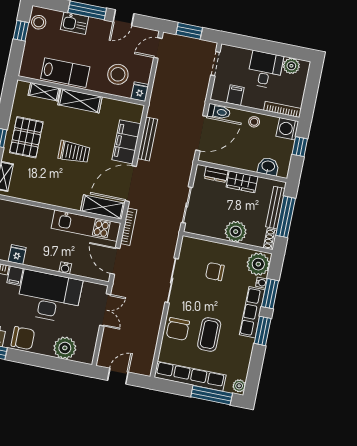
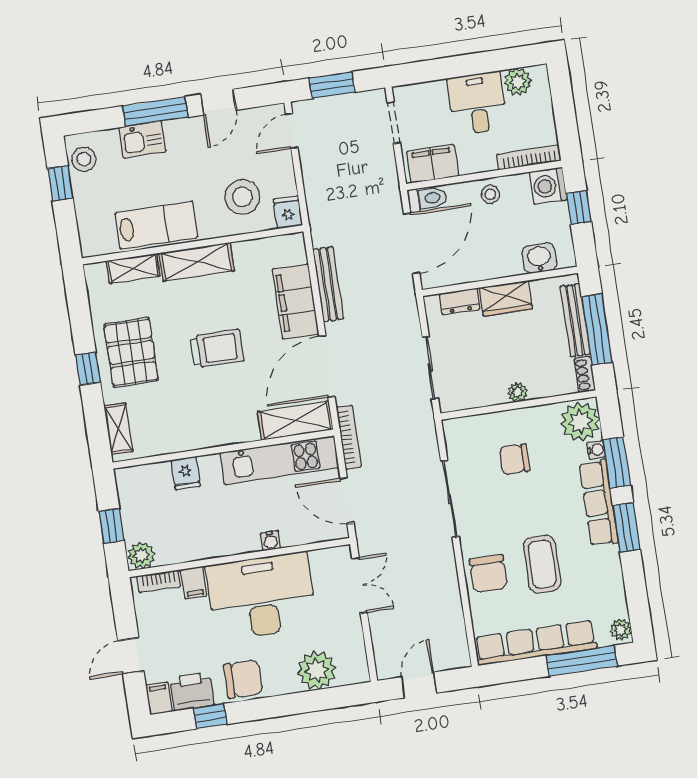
filing cabinet: (235, 95) -> (433, 164), width x2.00
plant: (236, 232) -> (518, 392), width x0.53, depth x0.53
fridge: (17, 255) -> (186, 473), moved, turned 180

